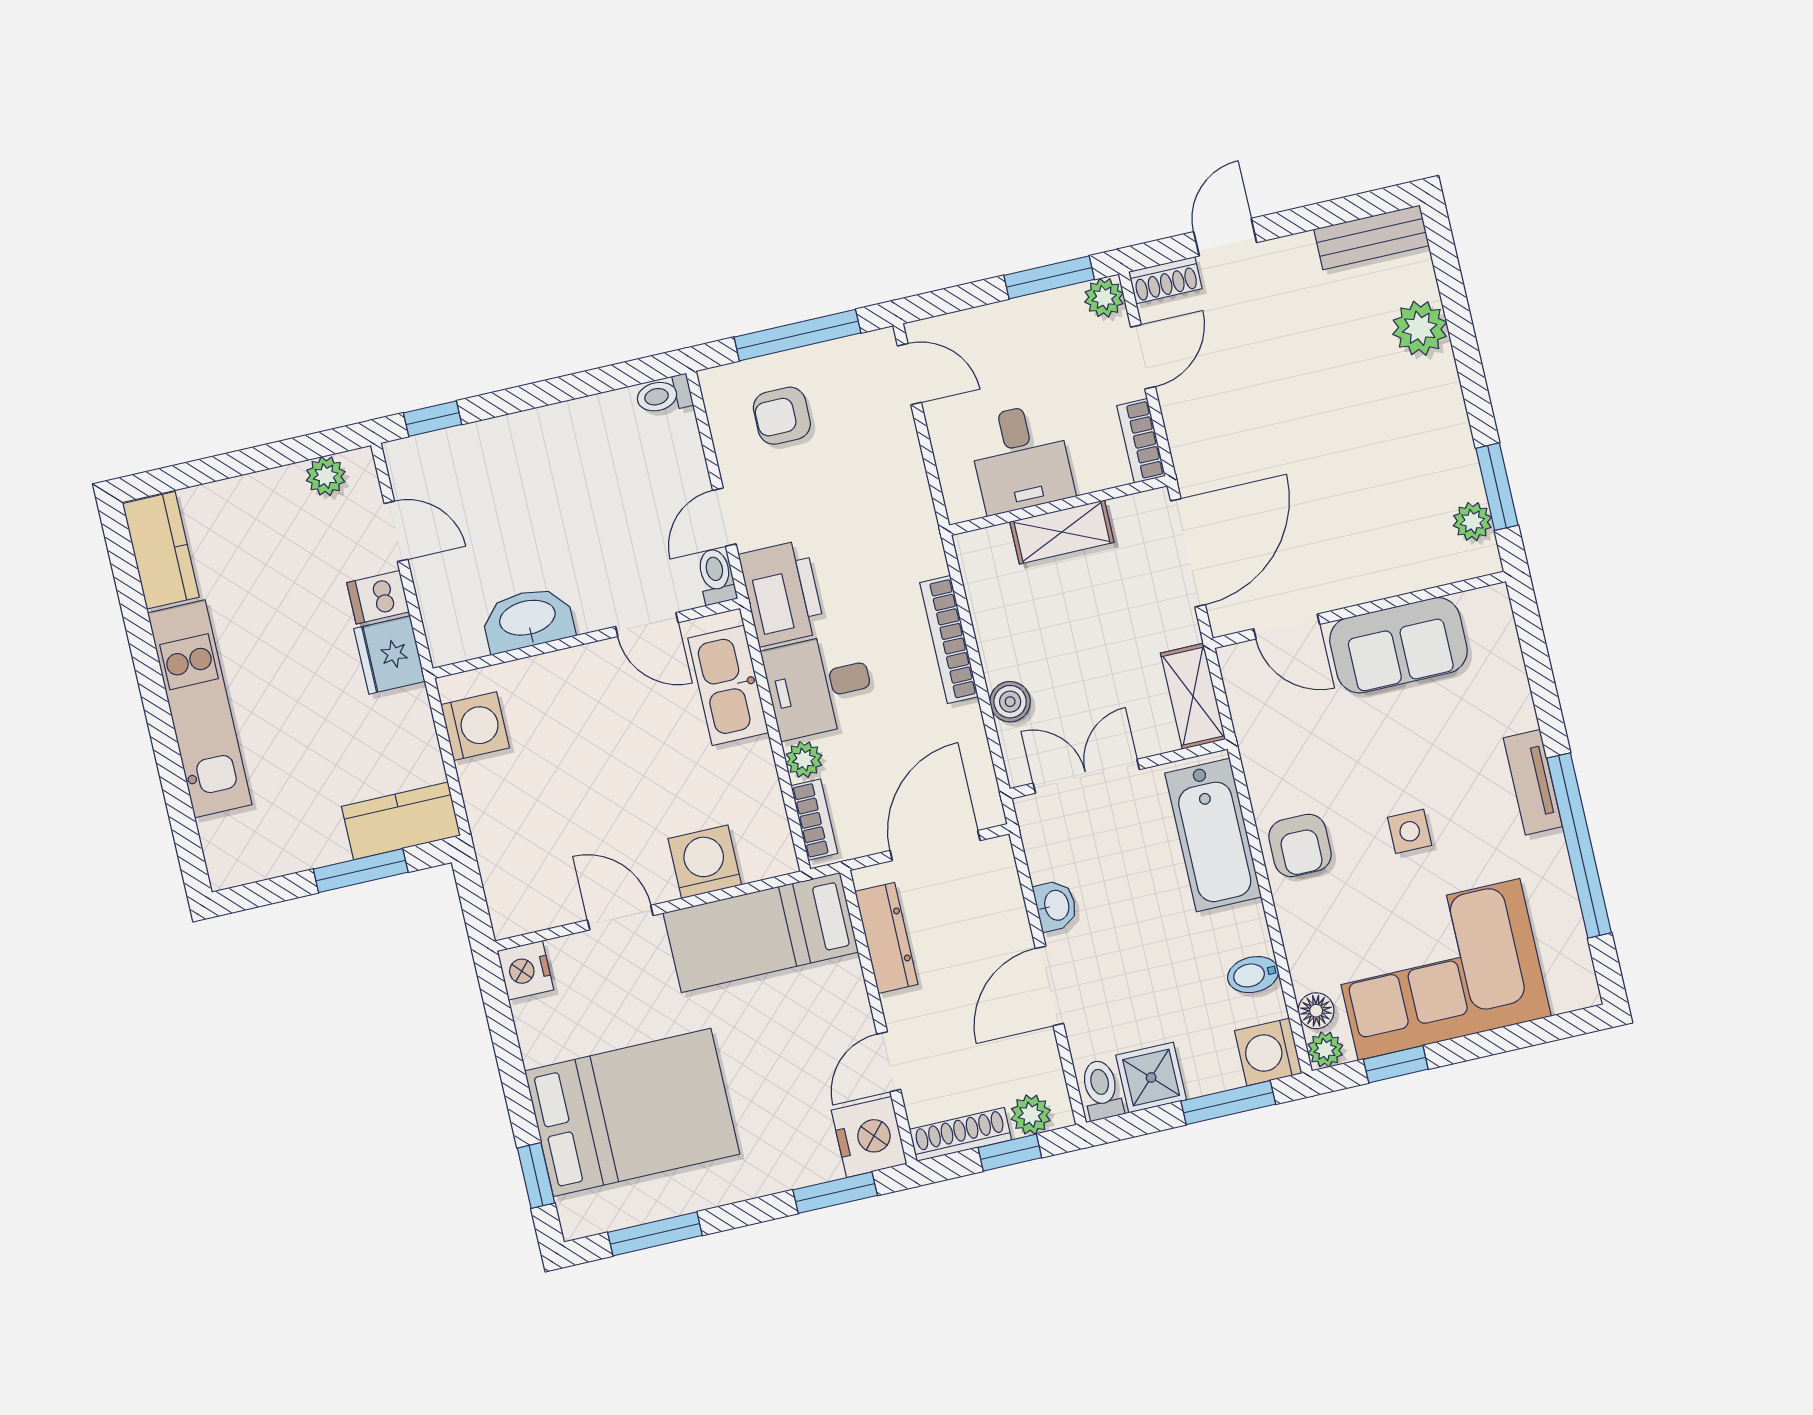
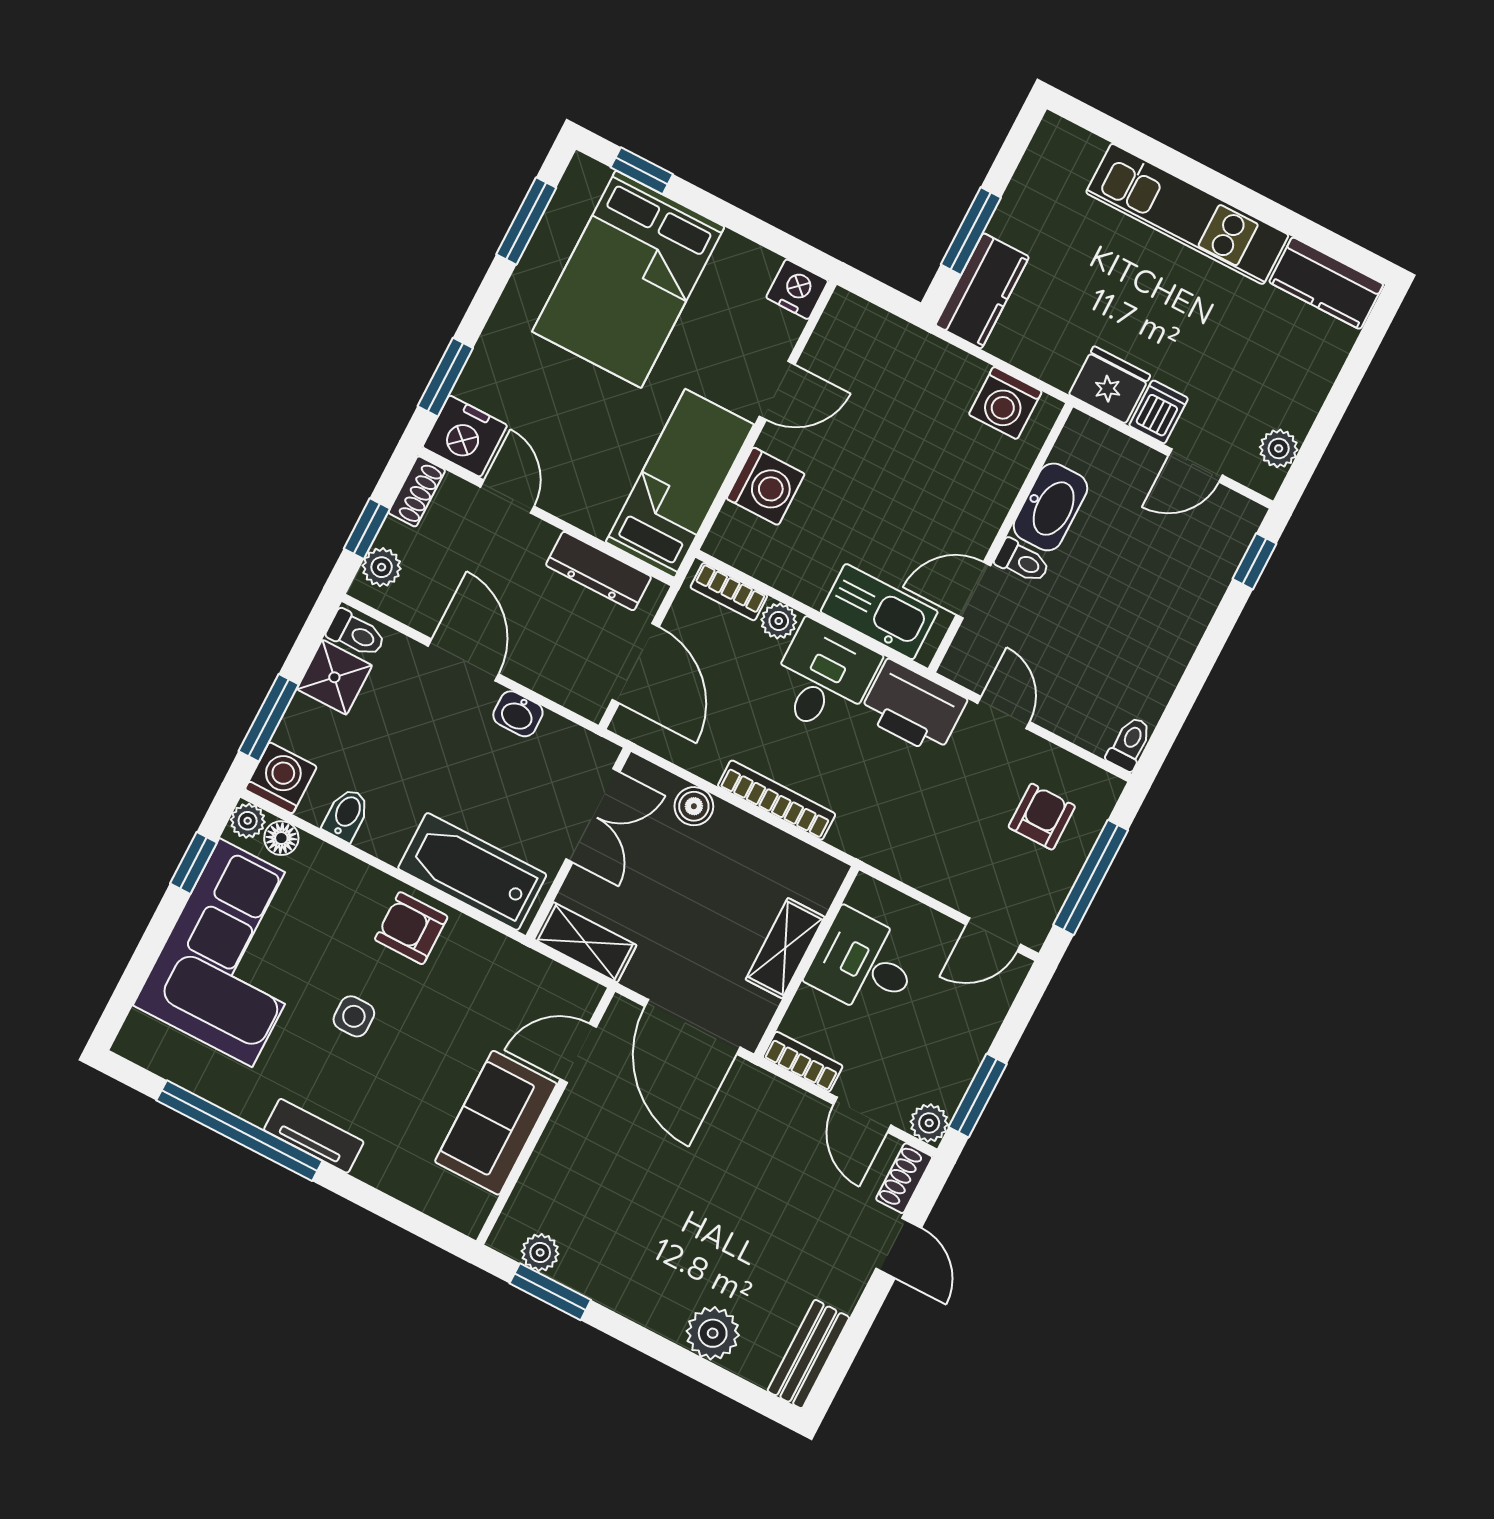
toilet: (716, 576) -> (1022, 561), moved
shoe rack: (960, 1135) -> (417, 491), width x0.70

